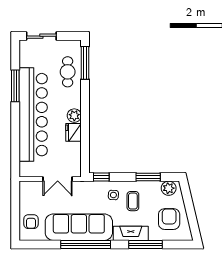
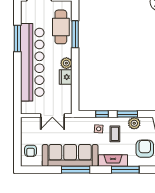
window: (85, 63) -> (75, 34), moved
cafe table: (68, 72) -> (61, 27), width x1.37, depth x1.35
window: (101, 177) -> (102, 114), moved
plant: (169, 188) -> (134, 123), moved
window: (86, 244) -> (76, 170), width x0.68

